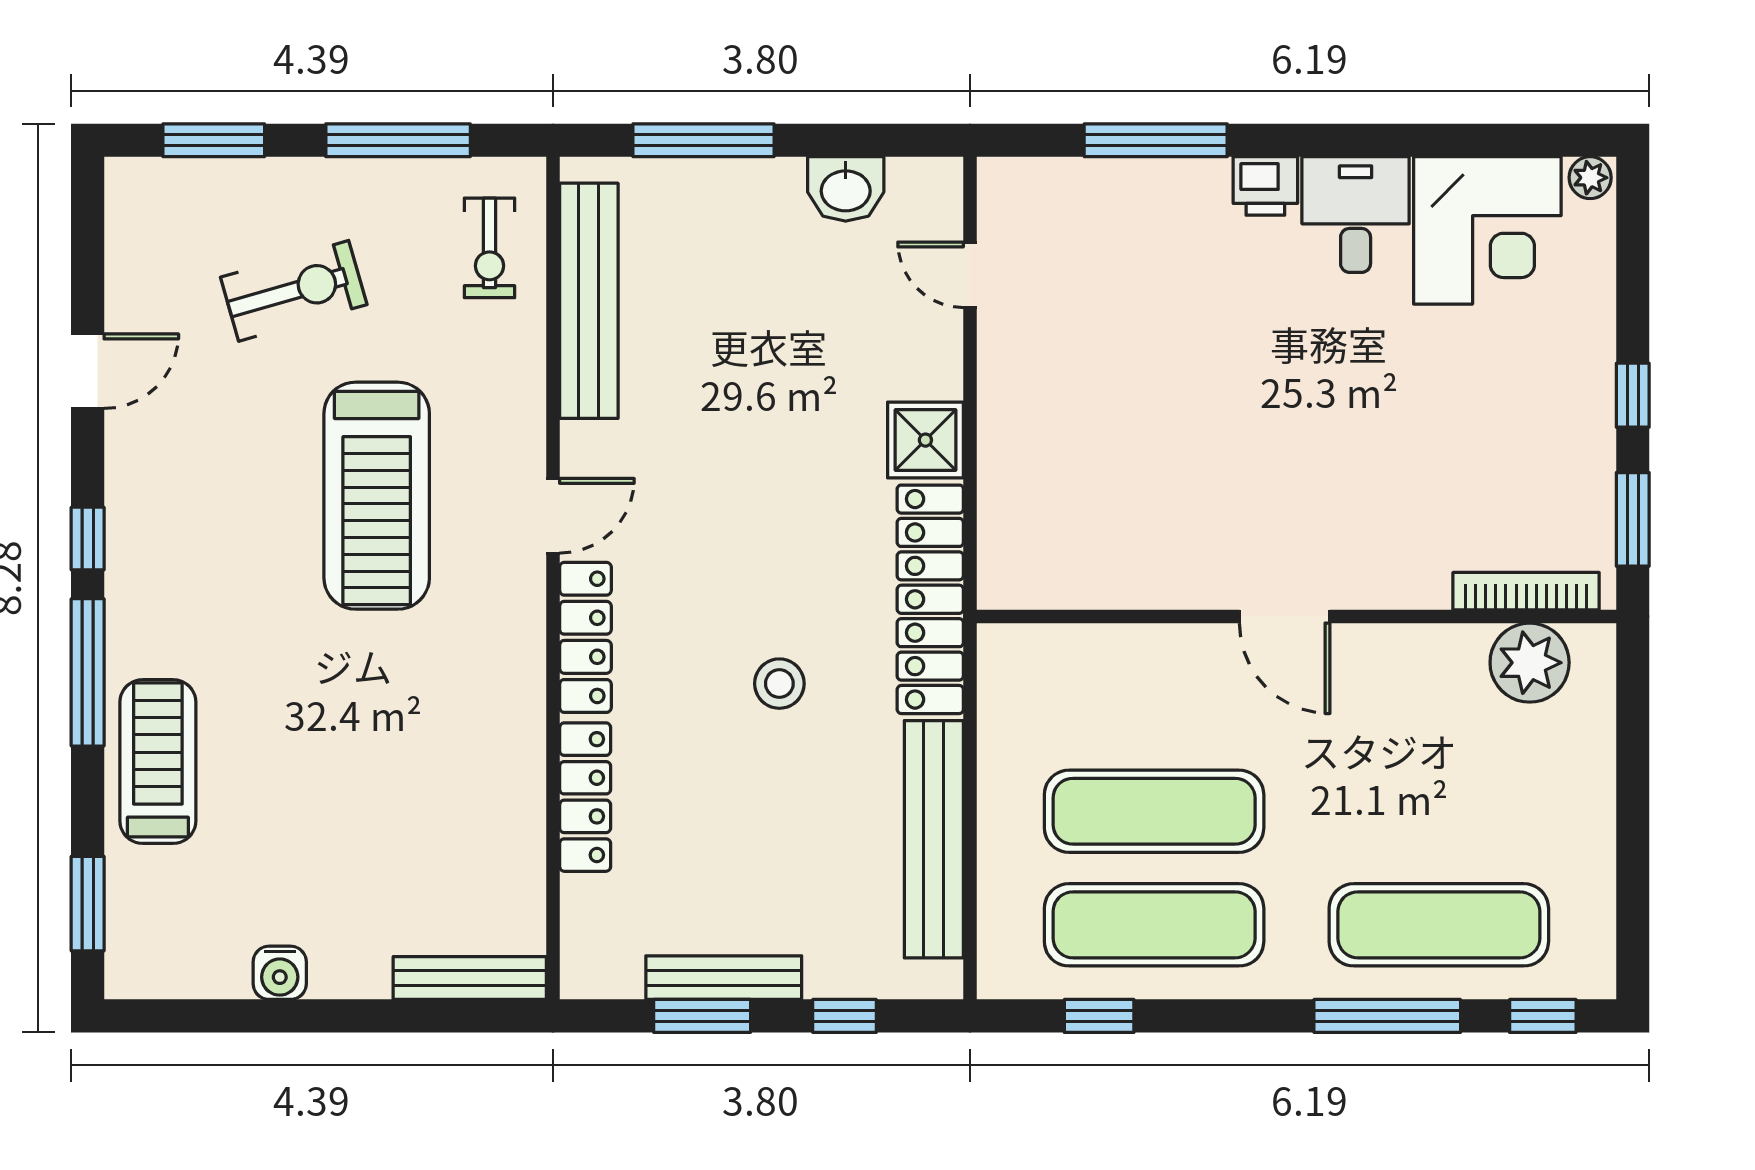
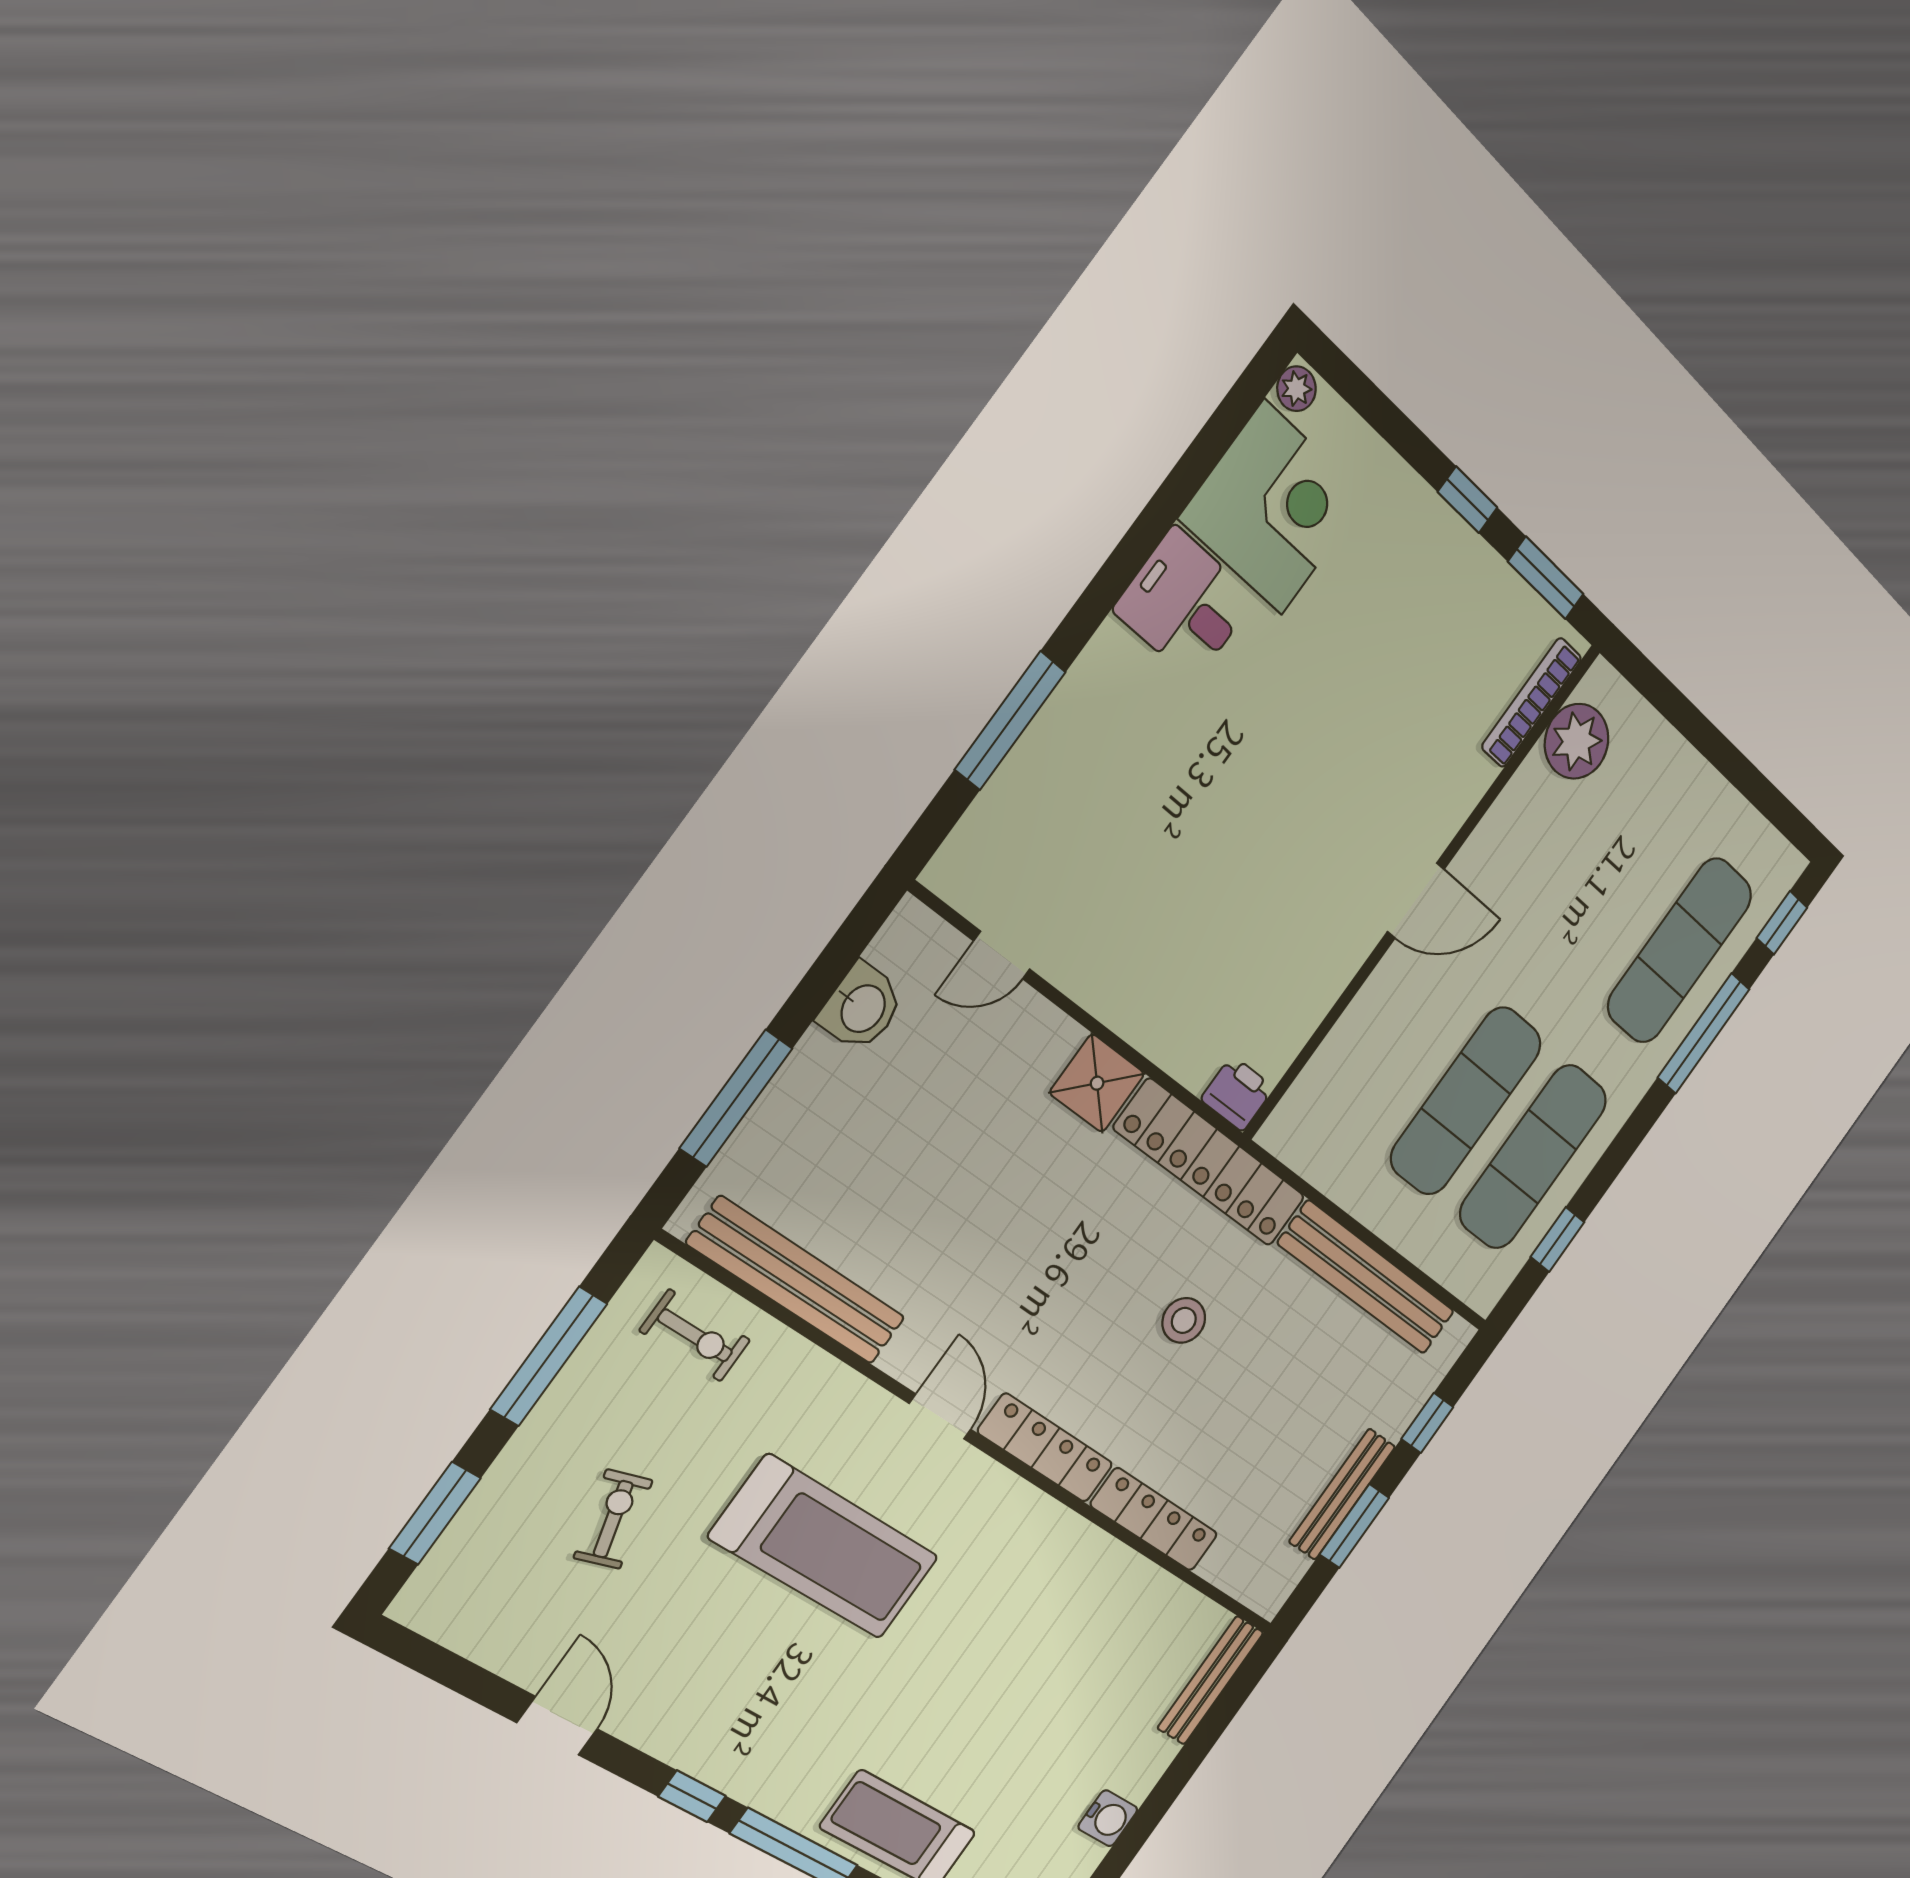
printer: (1265, 186) -> (1237, 1094), moved, turned -90
exercise bike: (294, 291) -> (613, 1519), width x0.73, depth x0.72

